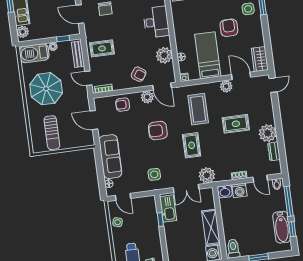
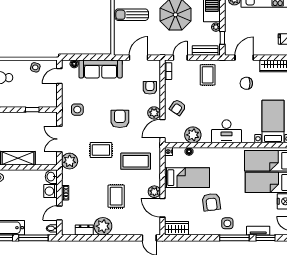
armchair: (229, 28) -> (211, 202), turned 83
door: (241, 76) -> (162, 208), swing flipped
kitchen sink: (168, 209) -> (42, 119), removed

